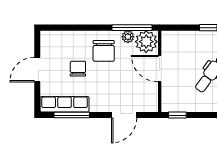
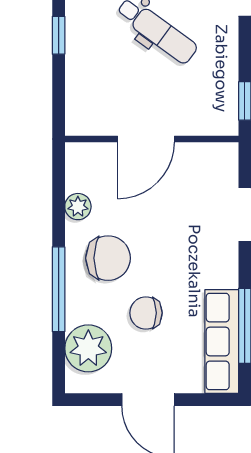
window: (132, 28) -> (59, 289), moved
plant: (146, 42) -> (88, 348), moved

